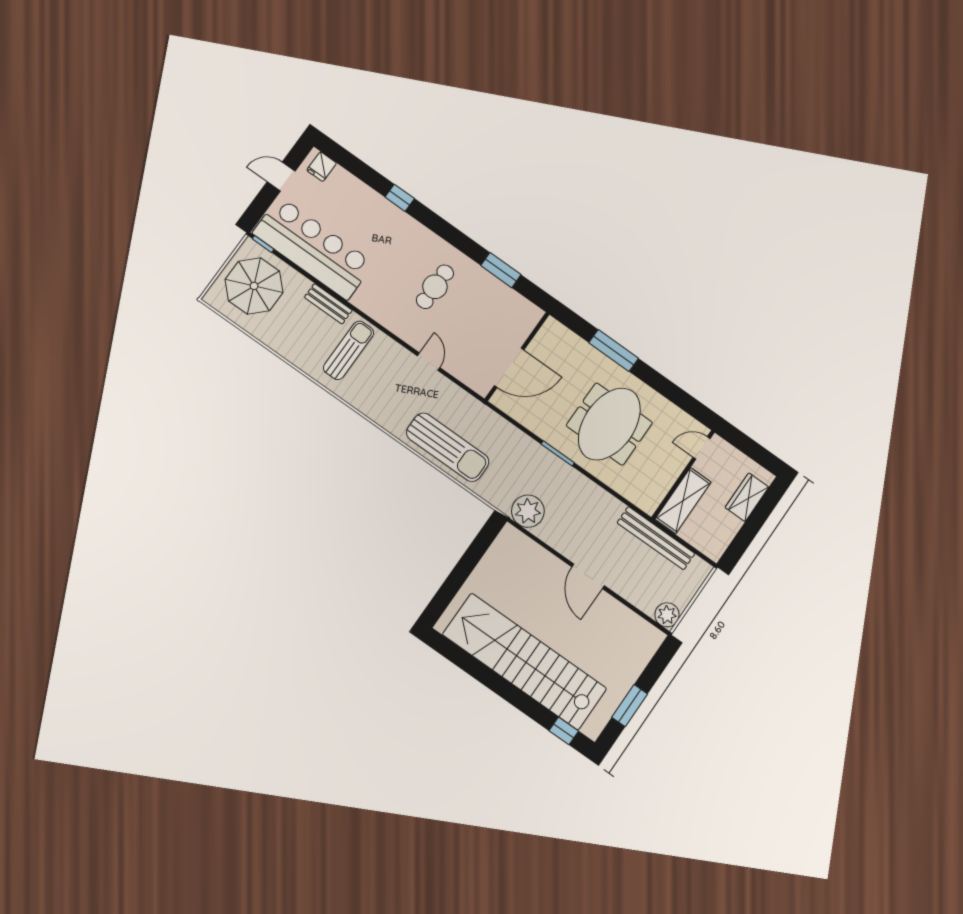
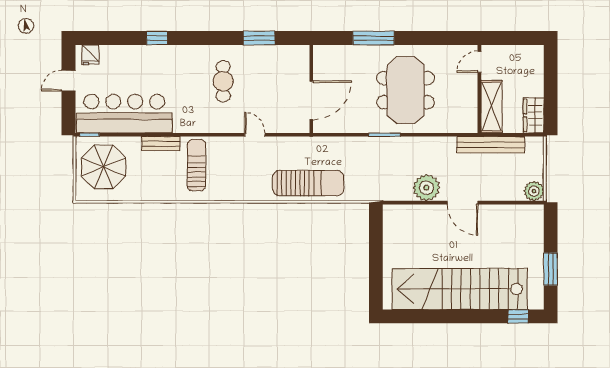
wardrobe: (747, 497) -> (534, 115), moved
plant: (528, 511) -> (426, 188), moved

